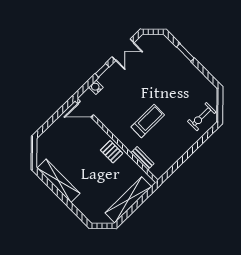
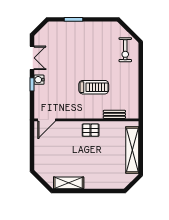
water cooler: (96, 87) -> (39, 80), moved
treadmill: (148, 121) -> (94, 87), turned 90
shelving: (58, 181) -> (69, 183), width x0.68

